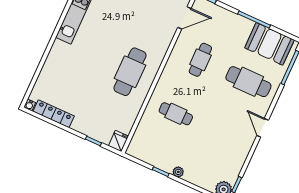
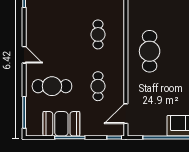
booth: (269, 44) -> (61, 124), moved
cafe table: (176, 114) -> (98, 34), turned 90

